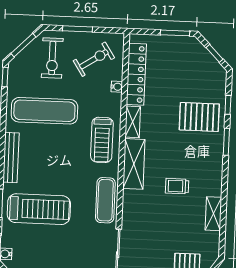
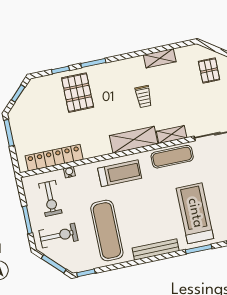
exercise bike: (94, 59) -> (50, 198), turned -147
shelving: (133, 122) -> (172, 134), moved

